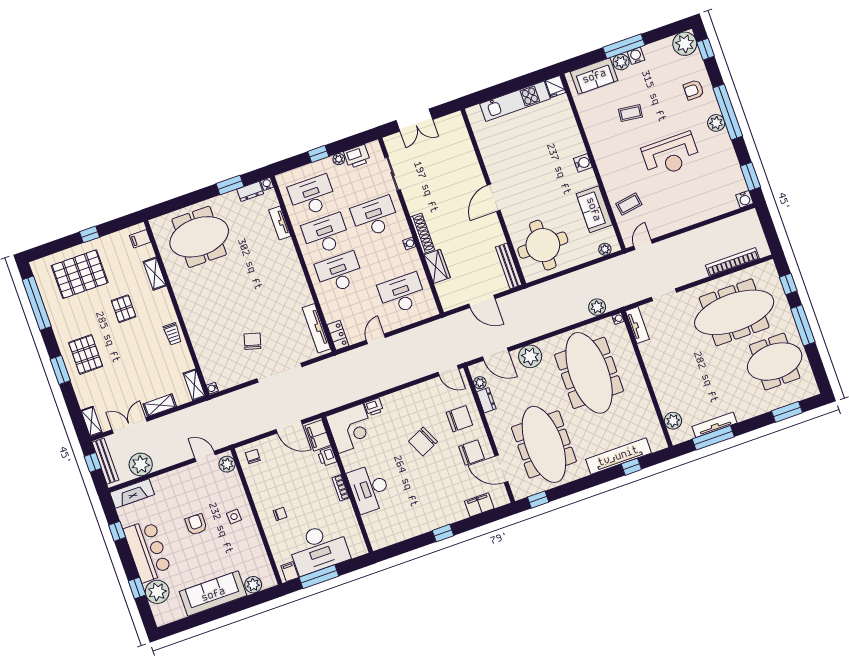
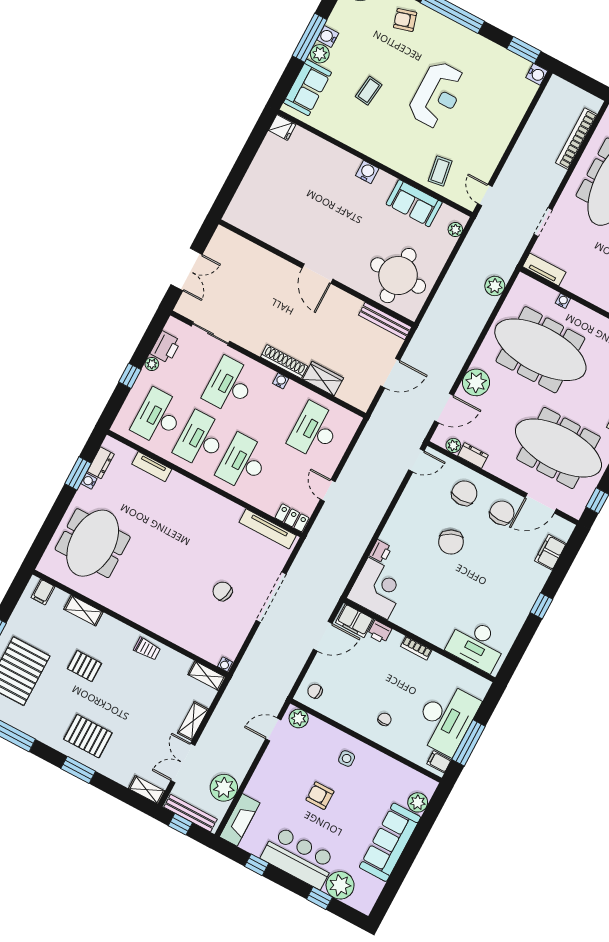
armchair: (694, 90) -> (405, 20), turned 74
kitchen unit: (515, 101) -> (259, 173), removed
plant: (716, 123) -> (451, 31), removed
water cooler: (267, 184) -> (89, 481), moved
water cooler: (618, 318) -> (563, 301), moved
desk: (369, 489) -> (477, 644), moved

